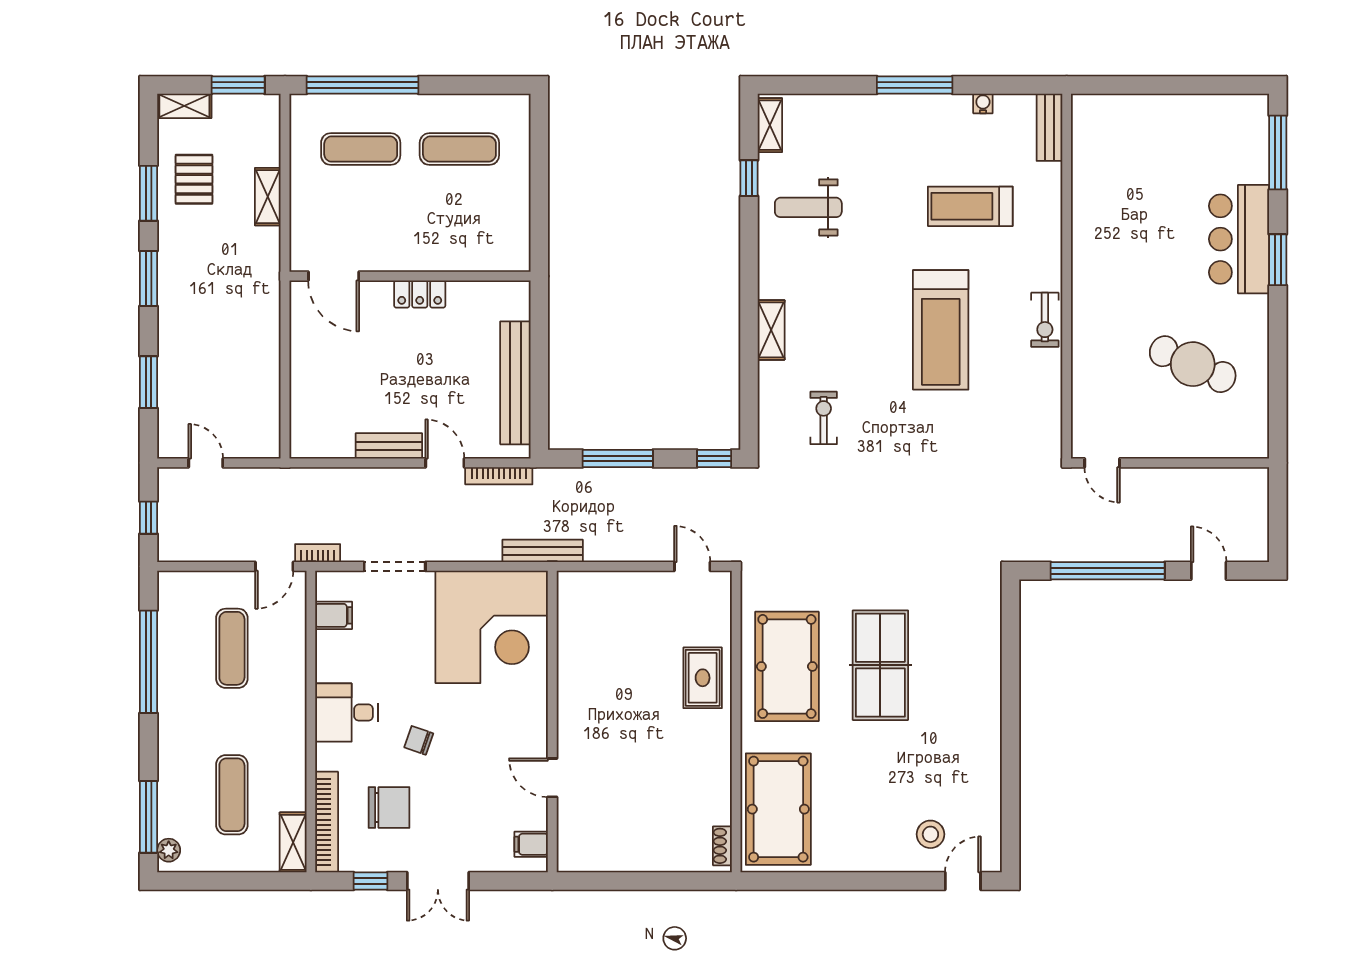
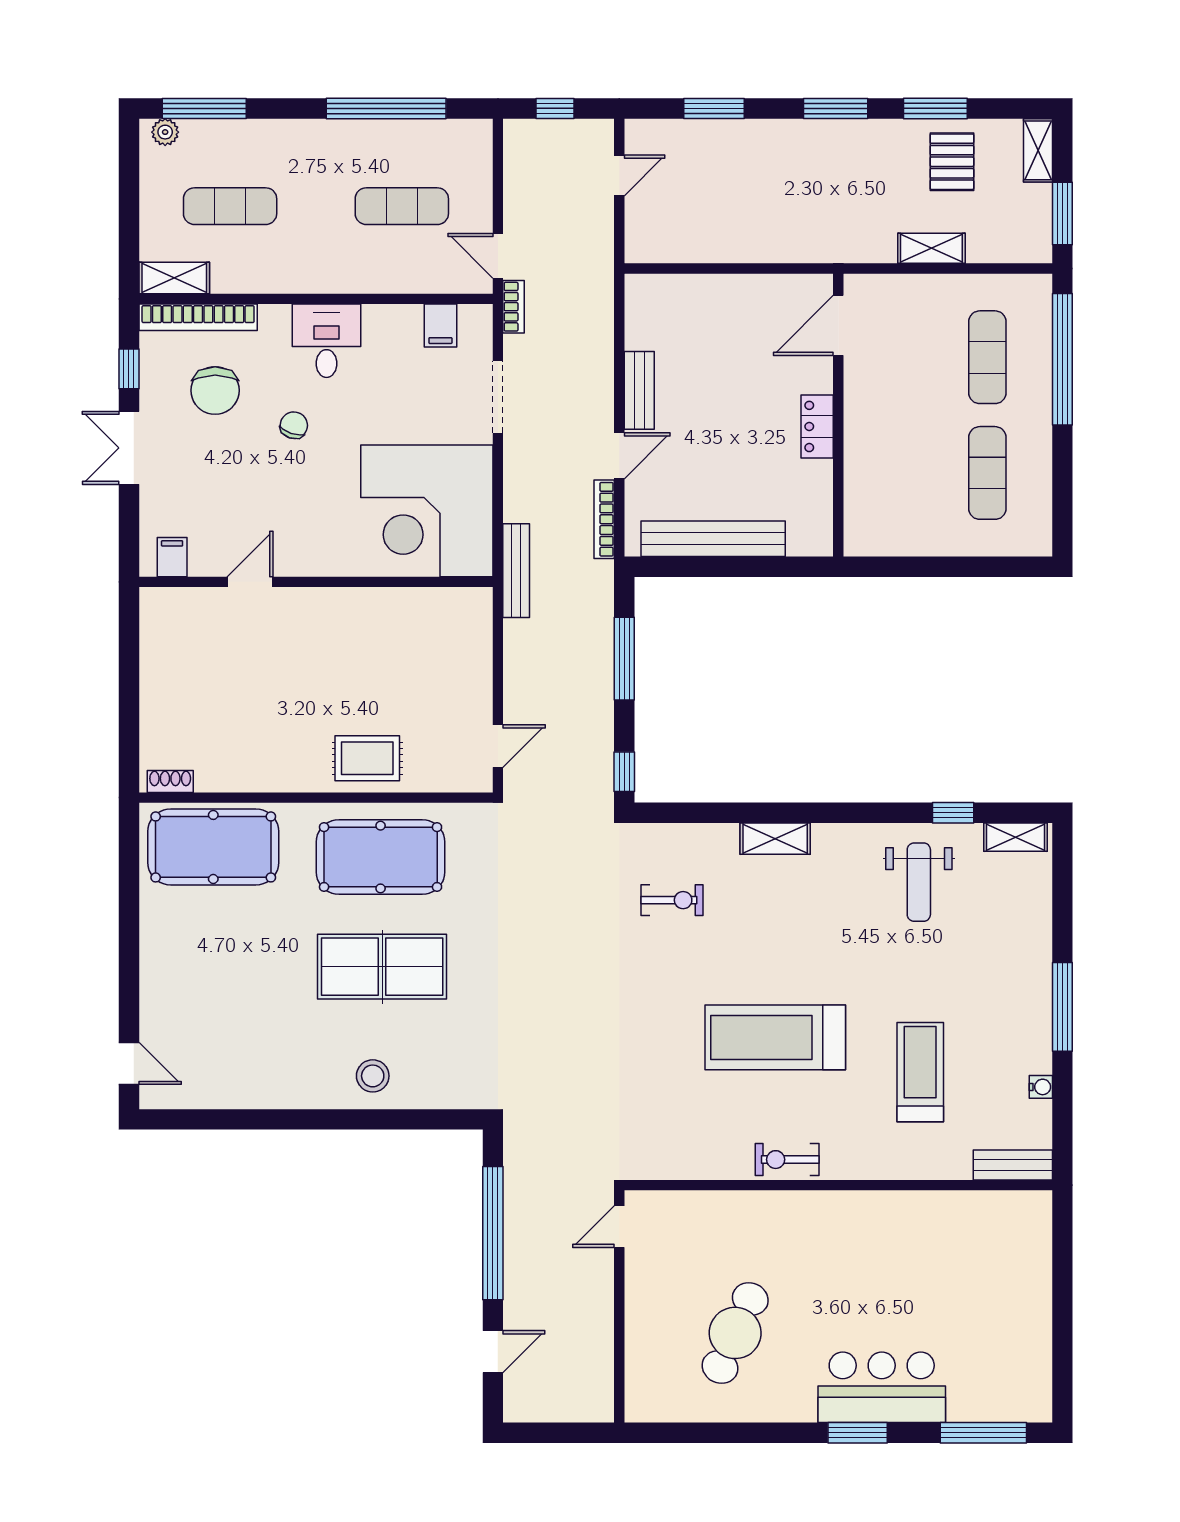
pallet: (194, 179) -> (952, 162), turned 90
weight bench: (808, 207) -> (919, 882), turned 180
stool: (930, 834) -> (373, 1076), moved

